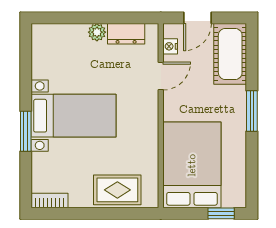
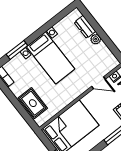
dresser: (126, 34) -> (85, 27), moved
window: (26, 131) -> (17, 50), moved

